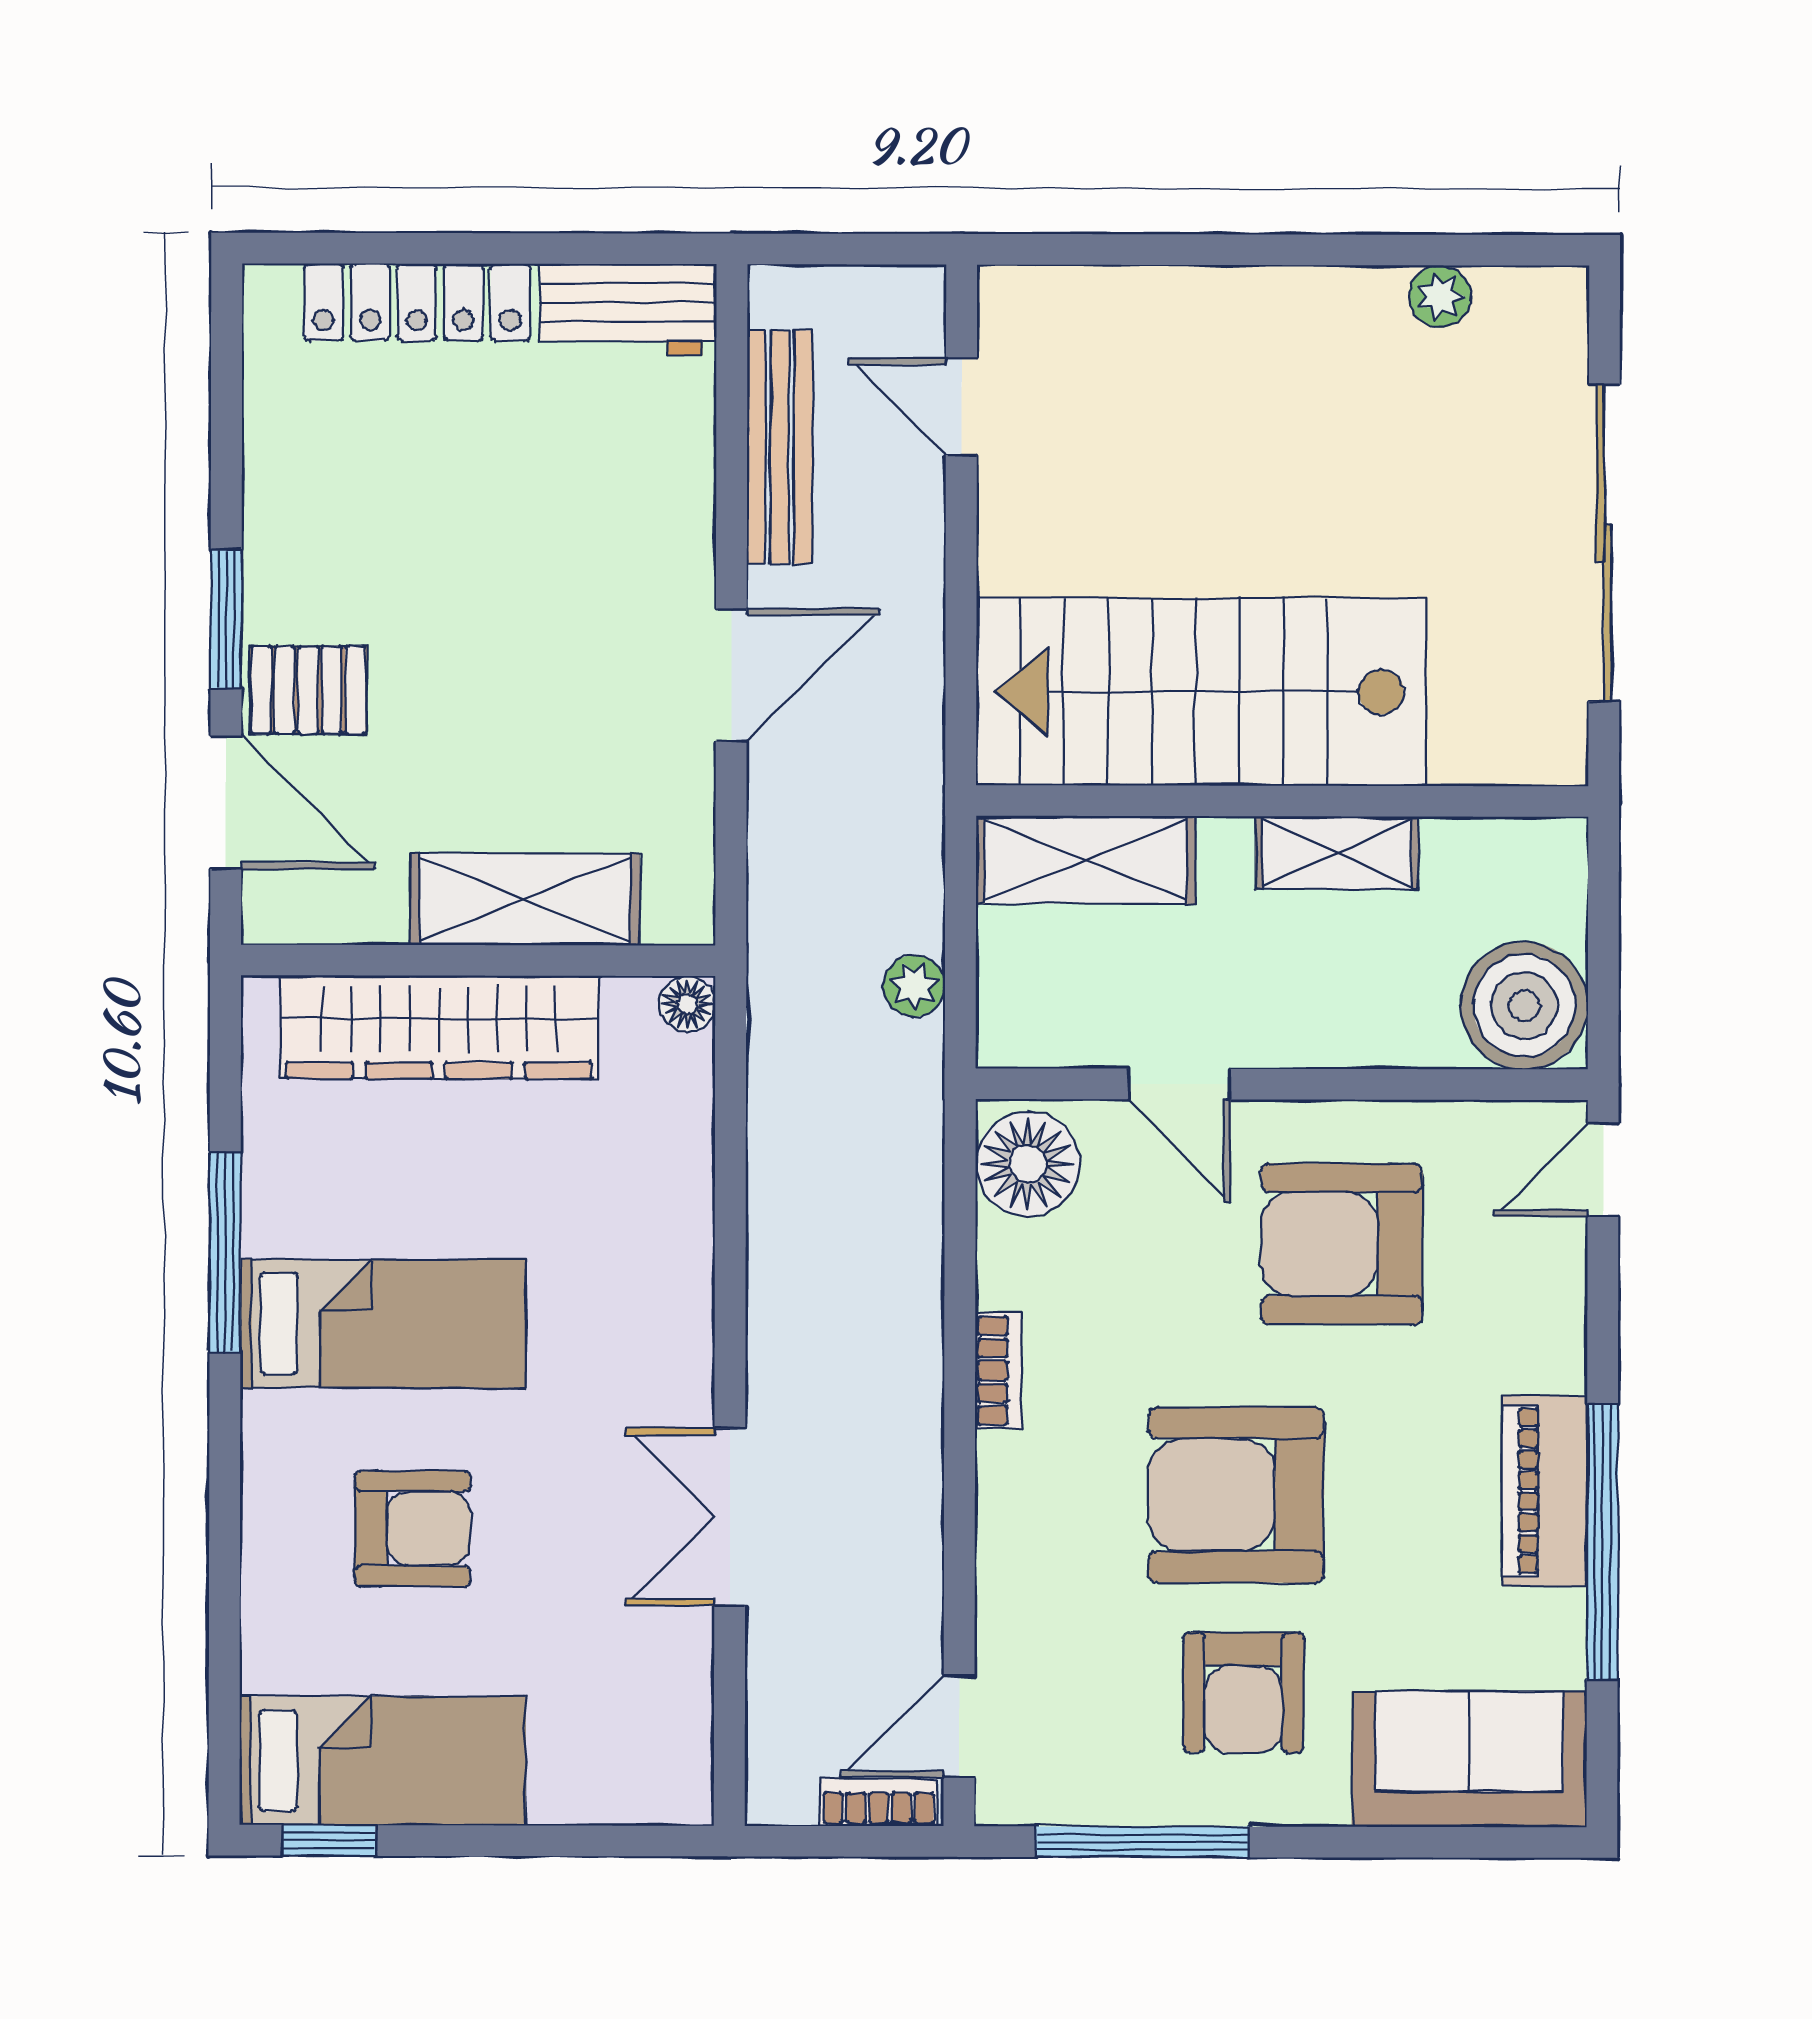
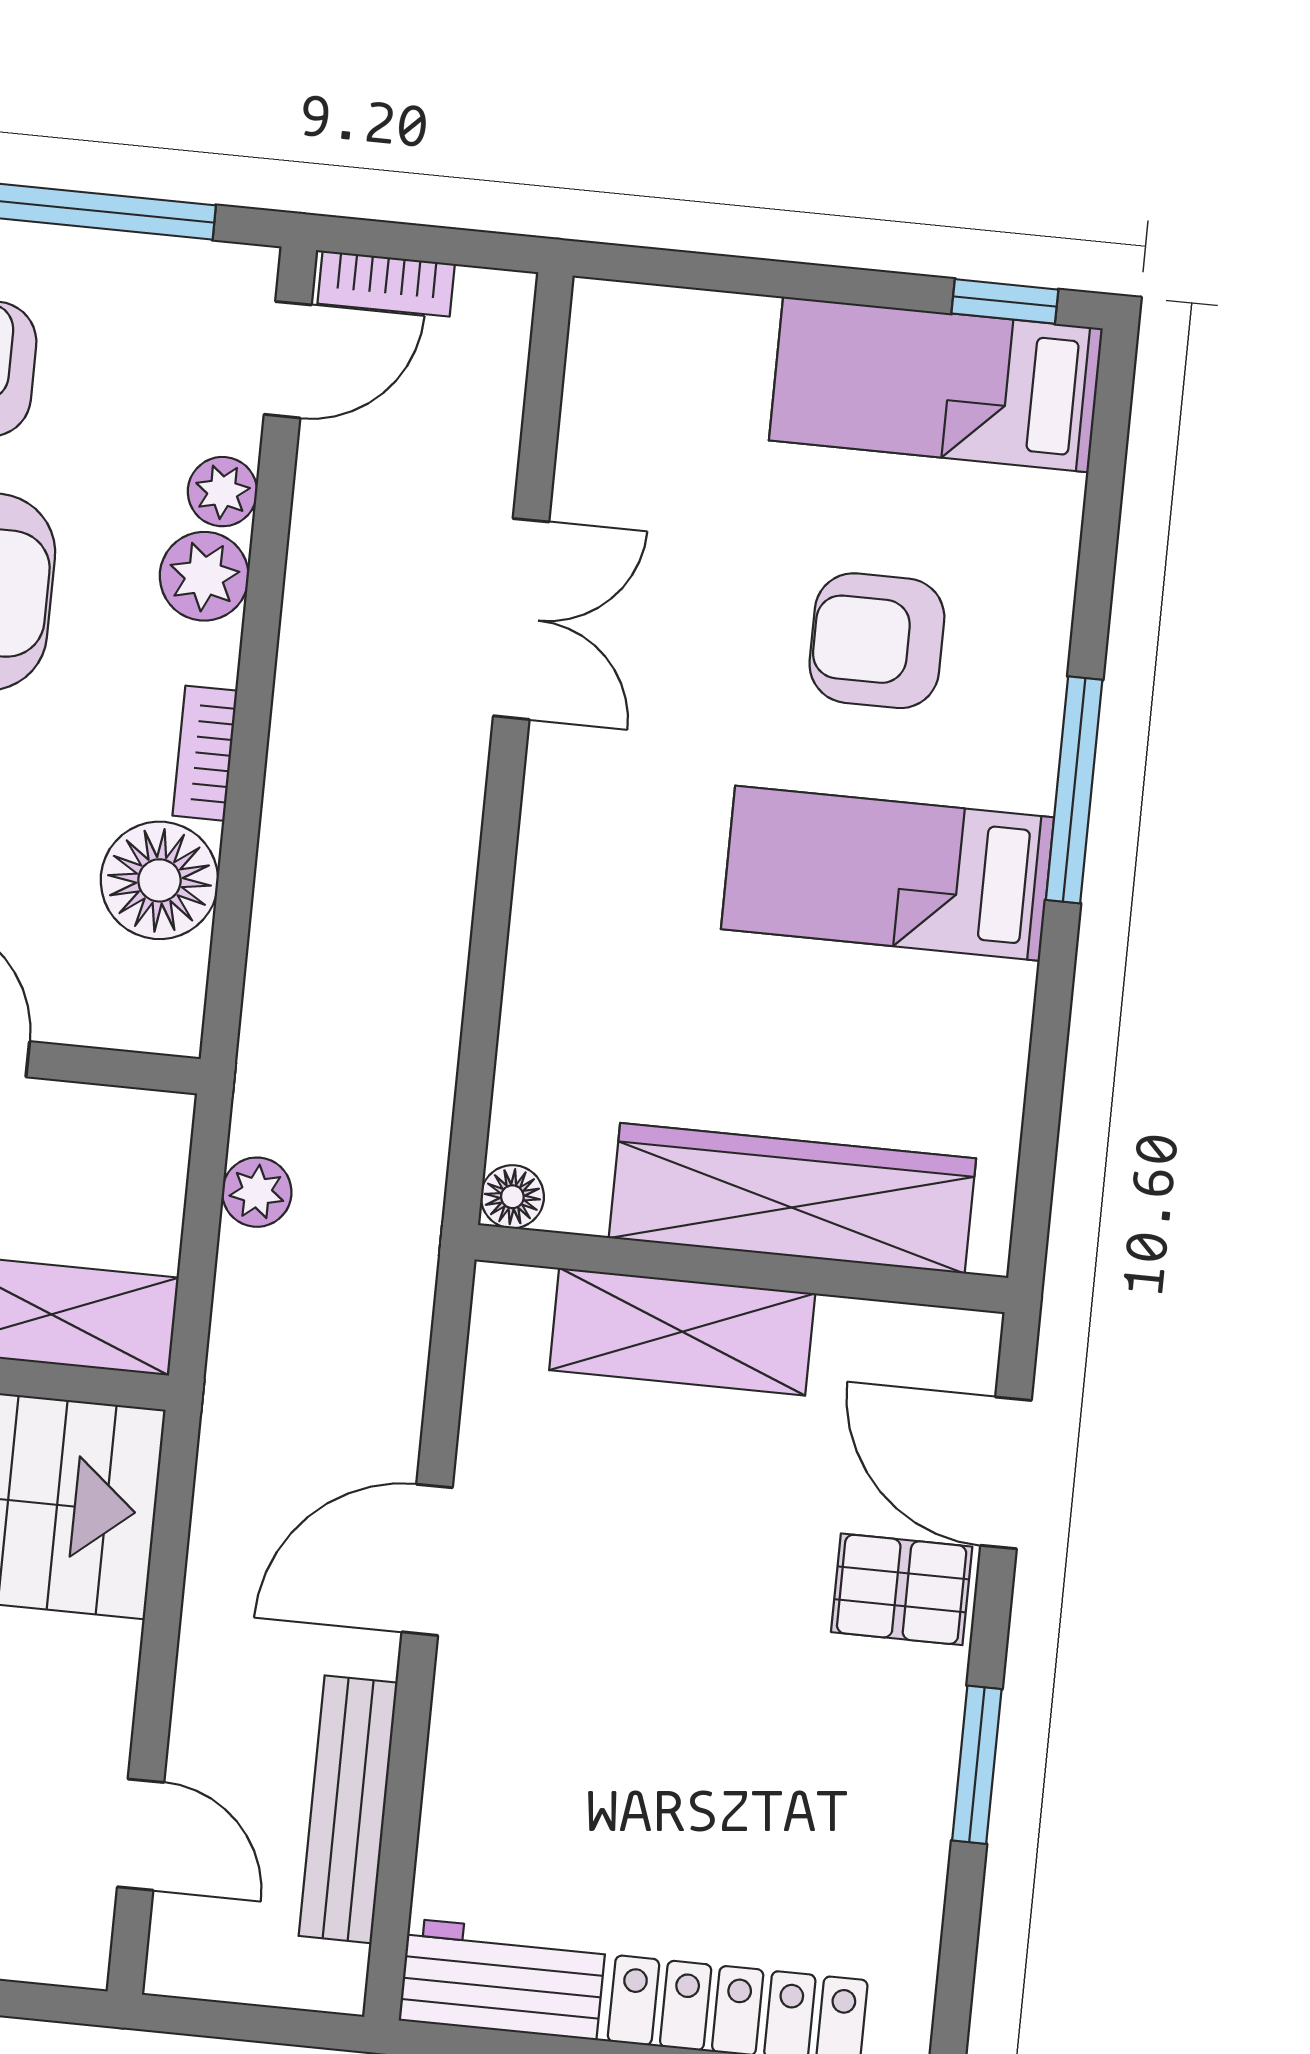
window: (226, 619) -> (977, 1765), moved
floor lamp: (1028, 1164) -> (159, 880), moved
window: (225, 1252) -> (1074, 790), moved
plant: (1014, 1527) -> (204, 576), added
plant: (1005, 1604) -> (222, 492), added

